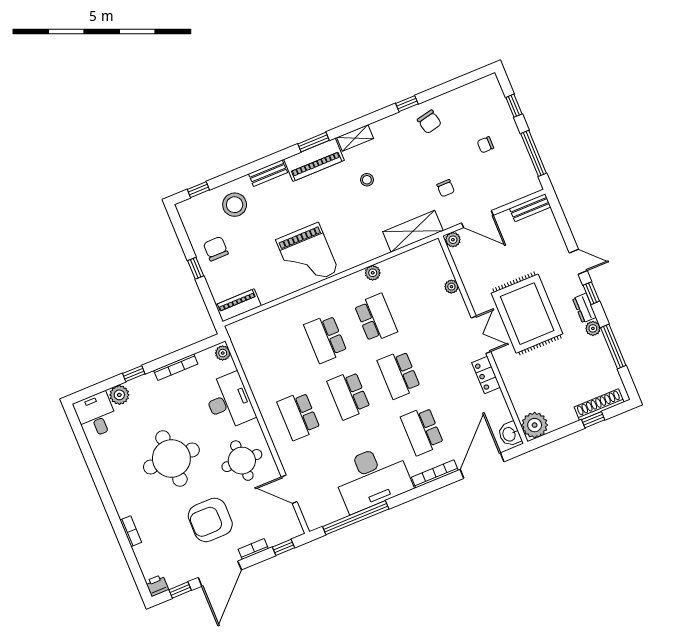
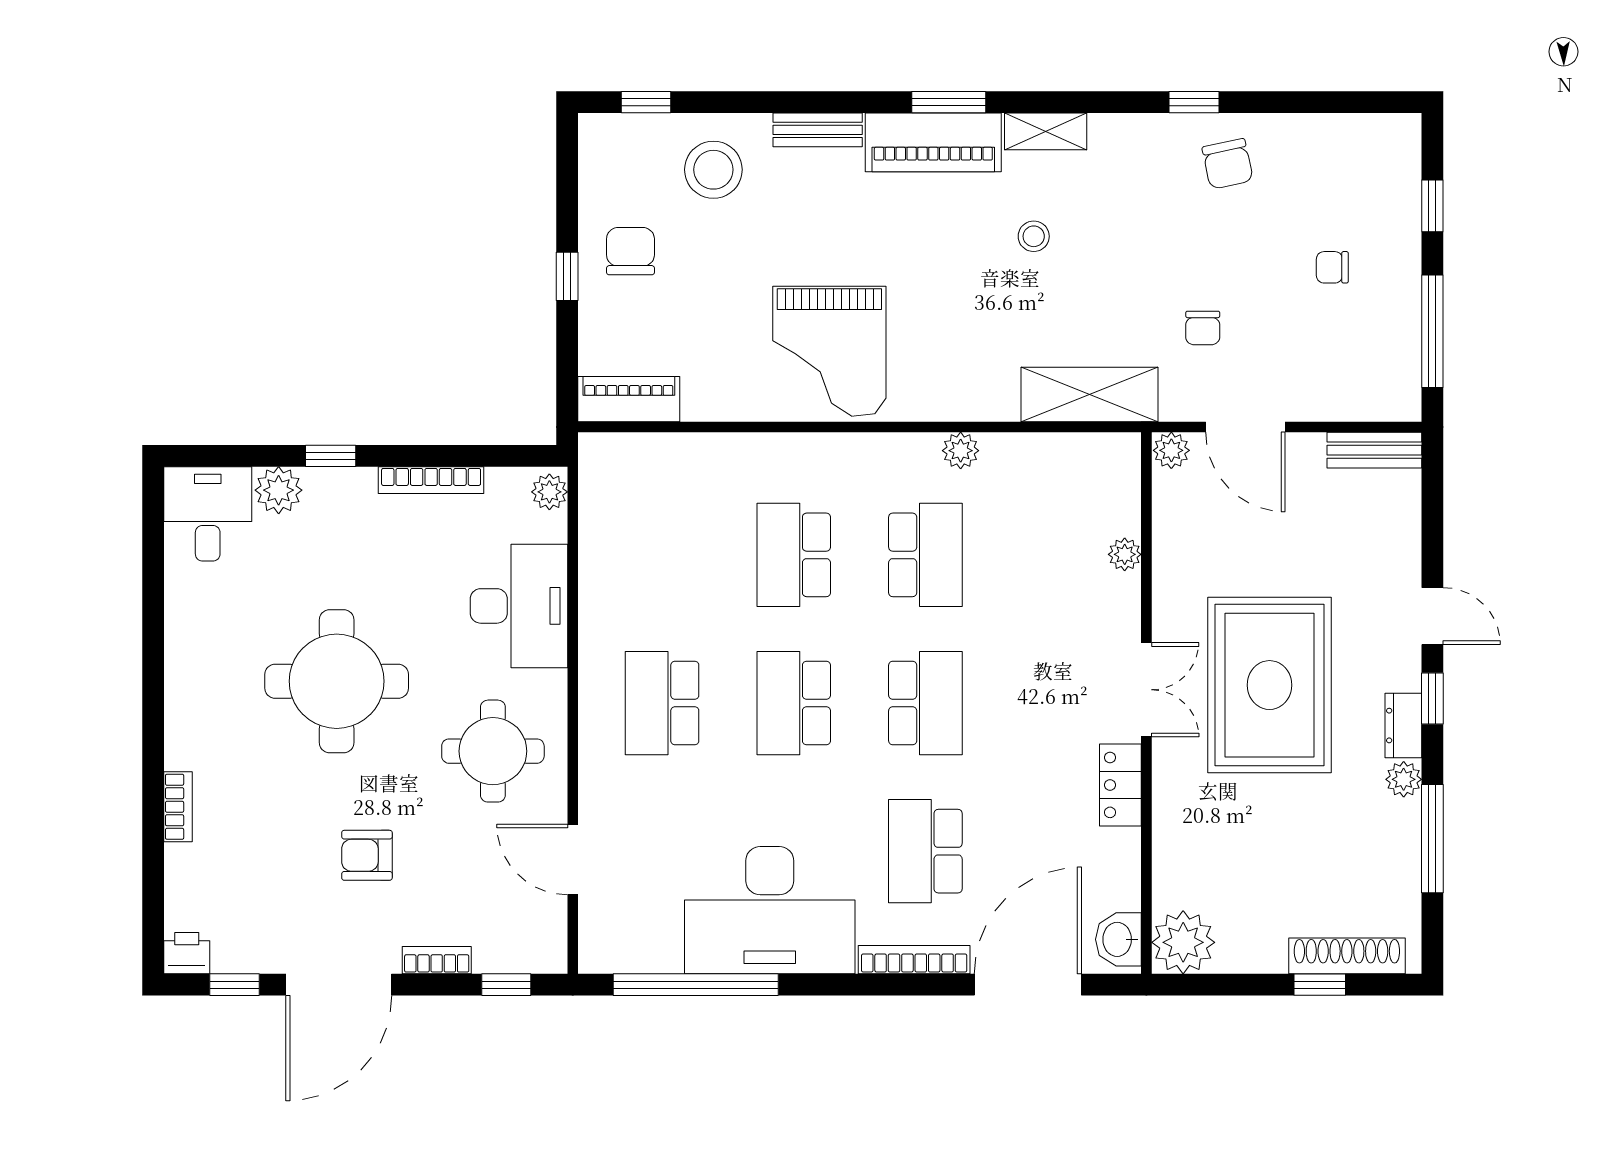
school desk: (399, 374) -> (925, 703), turned 180
armchair: (210, 520) -> (367, 855), width x0.53, depth x0.53

